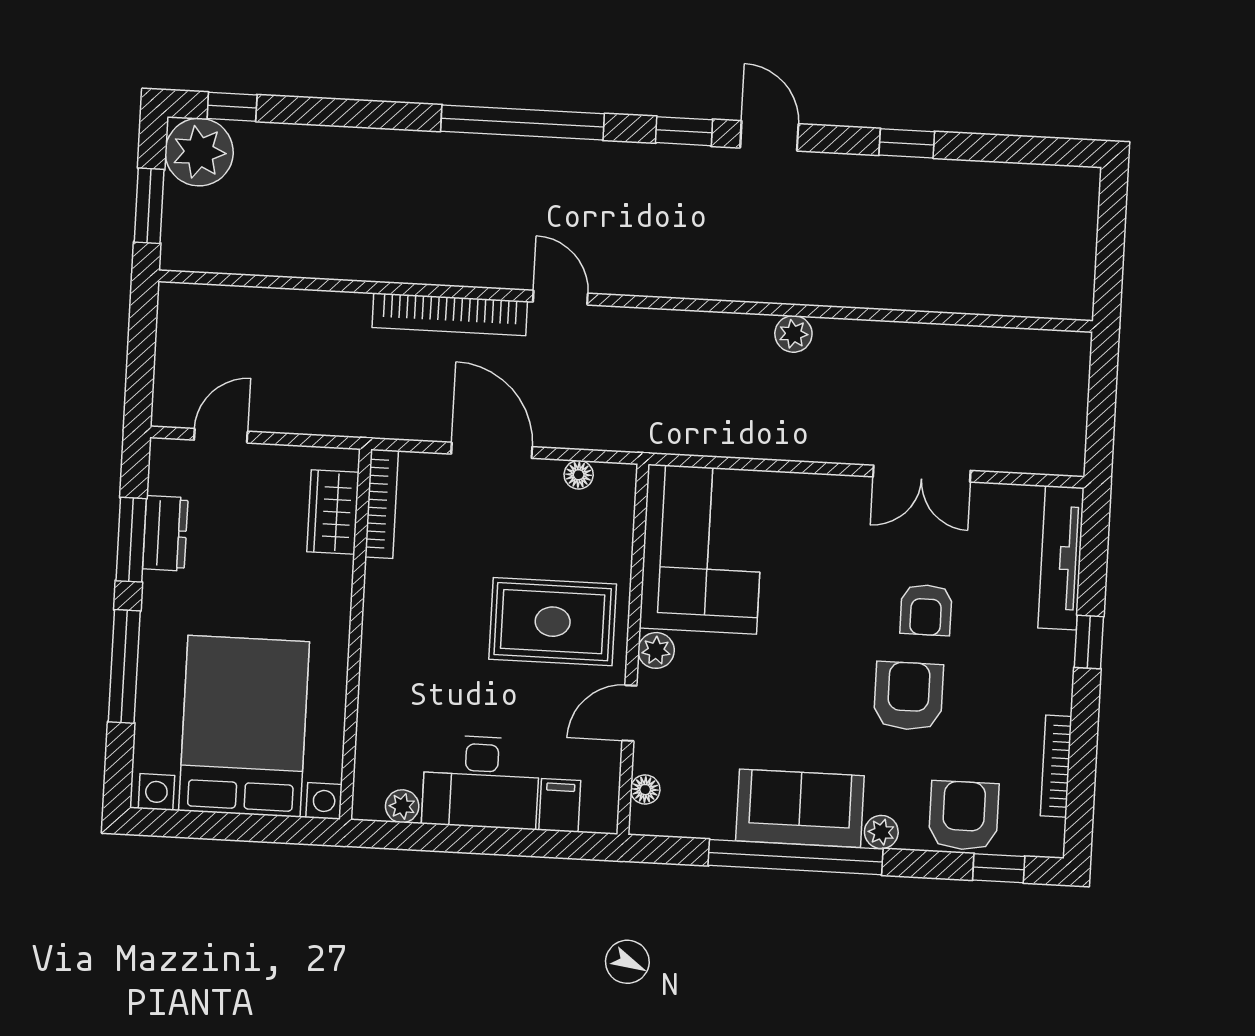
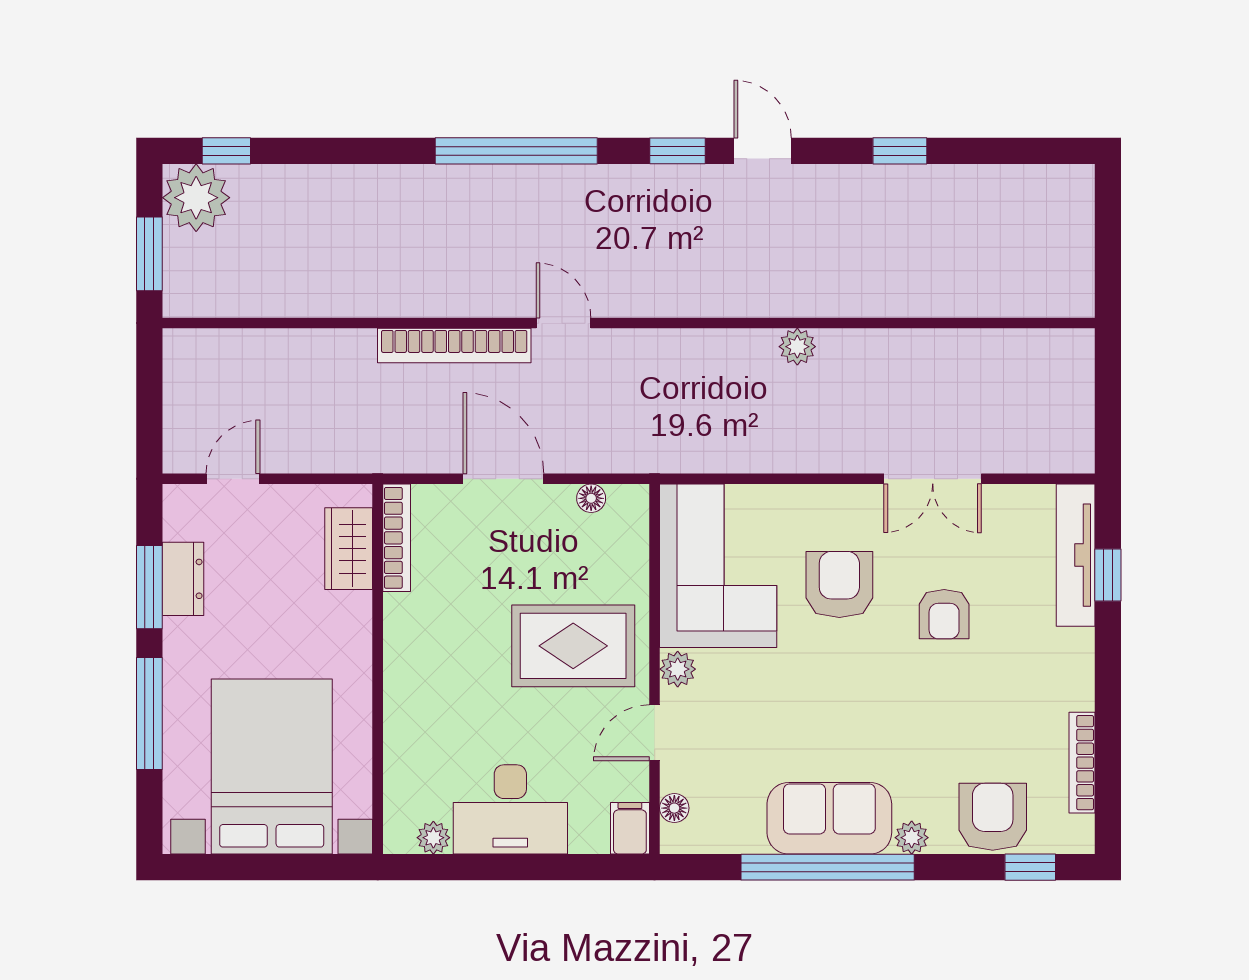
window: (1089, 642) -> (1108, 575), moved
armchair: (908, 696) -> (839, 584), moved
filing cabinet: (560, 805) -> (630, 828), moved

